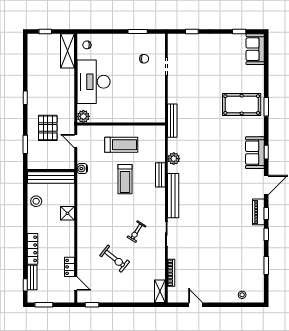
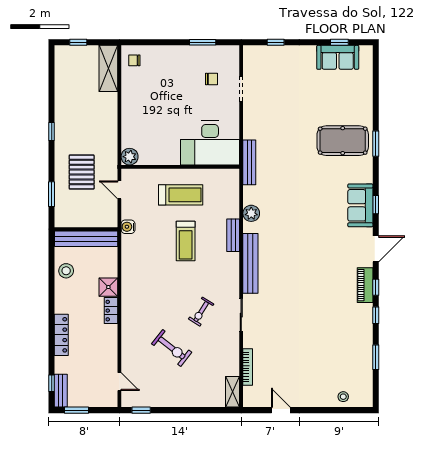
sofa: (255, 49) -> (338, 57), moved, turned -90
desk: (93, 82) -> (210, 143), moved, turned -90
locker: (70, 267) -> (111, 311), moved
bench: (32, 277) -> (61, 391), moved

